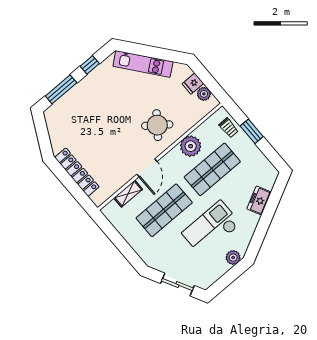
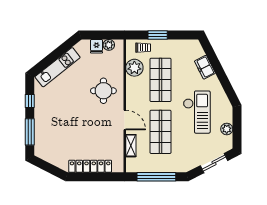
round table: (157, 125) -> (103, 91), turned -37
plant: (191, 146) -> (134, 68), moved
checkout: (211, 228) -> (197, 112), turned 180
window: (119, 242) -> (156, 177), added
plant: (233, 258) -> (227, 129), moved

